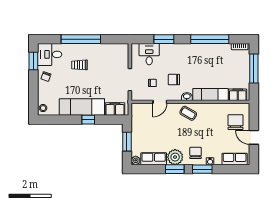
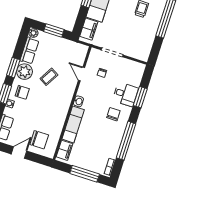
desk: (149, 54) -> (125, 94), moved
chair: (174, 80) -> (113, 114), moved
coffee table: (188, 113) -> (49, 77), moved

